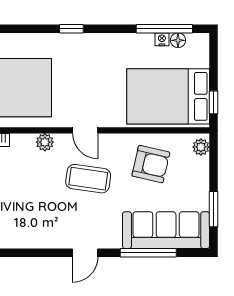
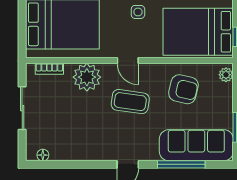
side table: (97, 73) -> (138, 12), added
plant: (45, 142) -> (87, 77), width x1.88, depth x1.88

